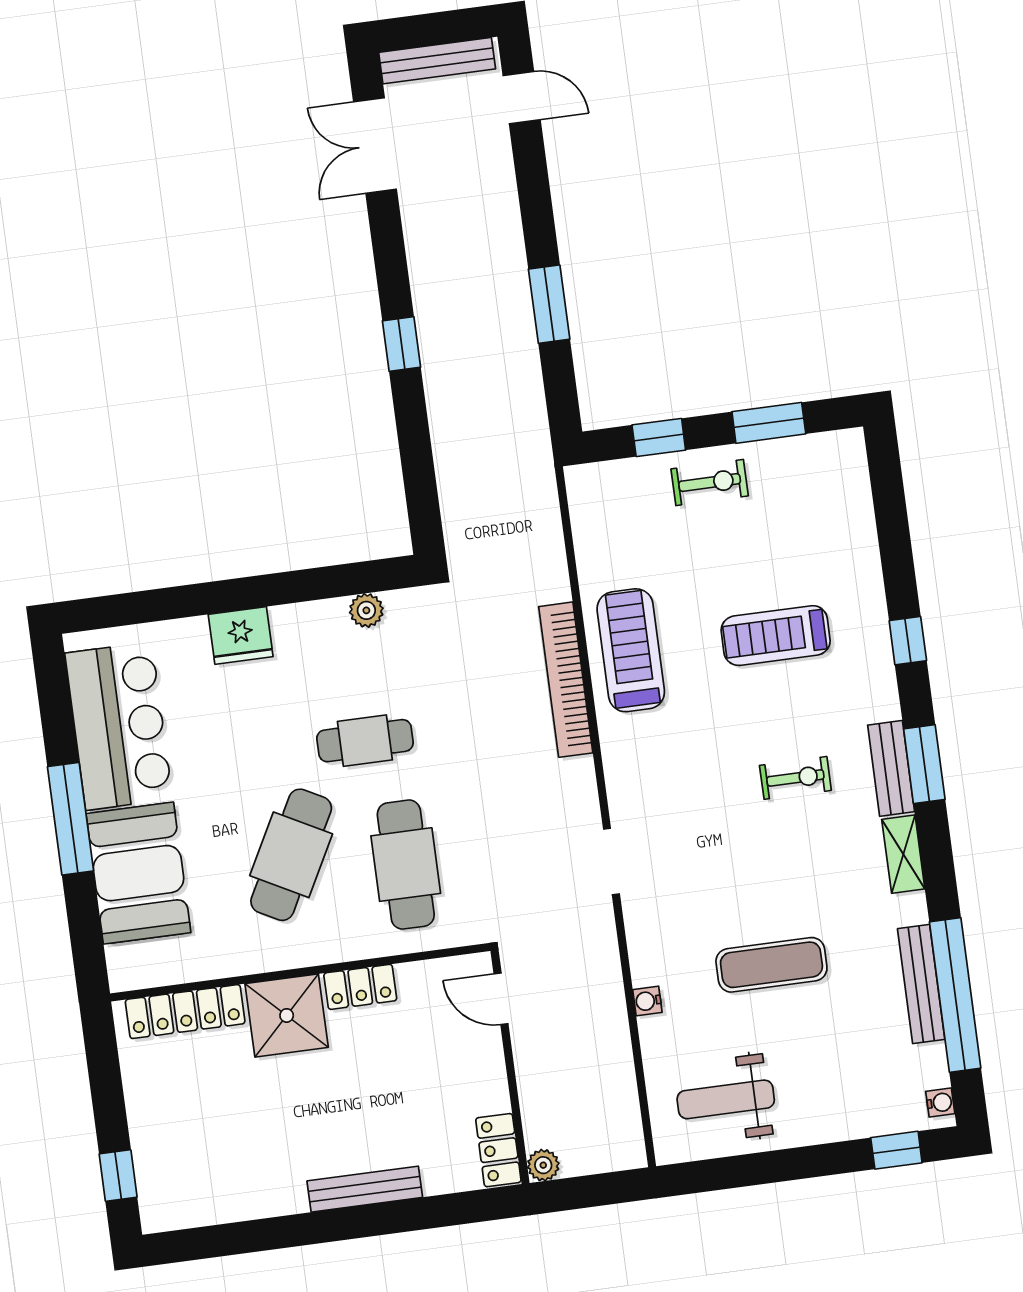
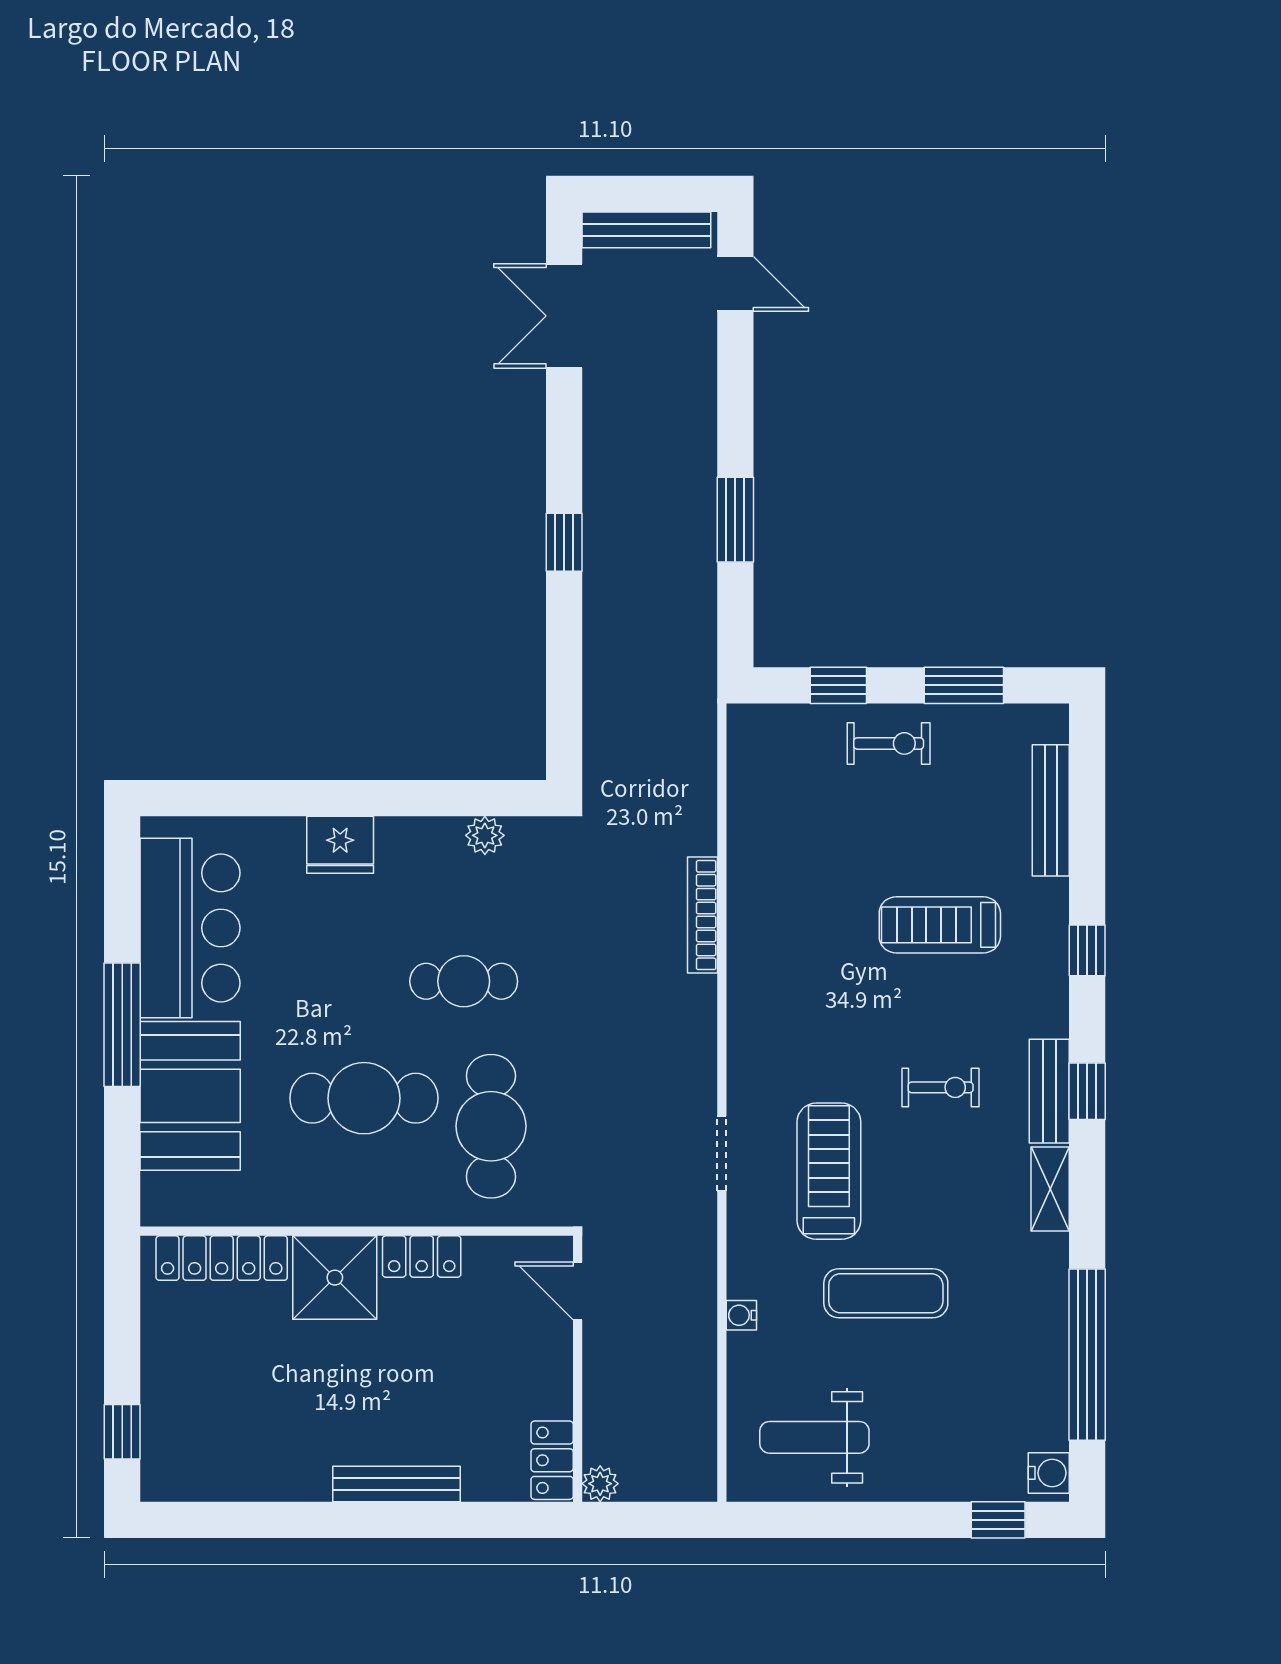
treadmill: (631, 650) -> (829, 1171), moved
bookcase: (566, 680) -> (703, 915), width x0.68, depth x0.76
window: (924, 764) -> (1087, 1091), width x0.67
cafe table: (291, 855) -> (364, 1098), turned 62
bench: (921, 984) -> (1051, 810), moved
water cooler: (940, 1103) -> (1049, 1473), width x1.38, depth x1.38

